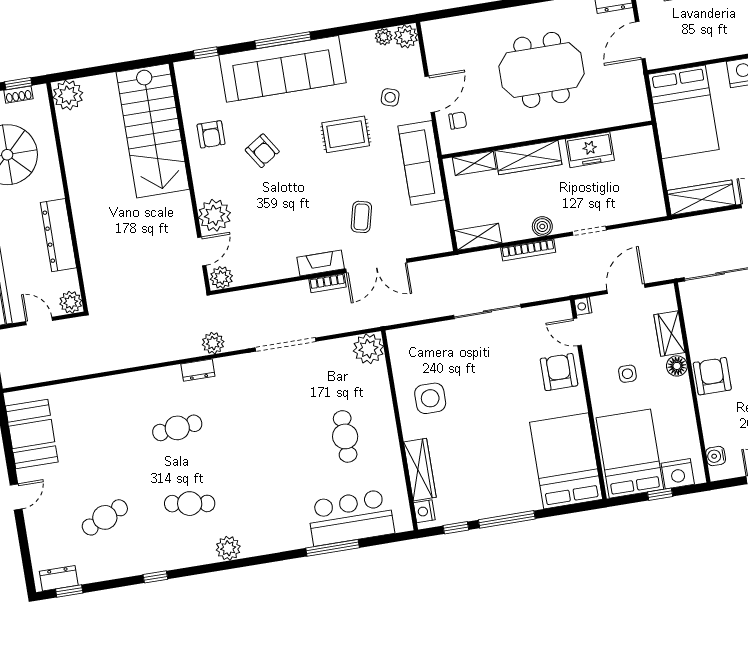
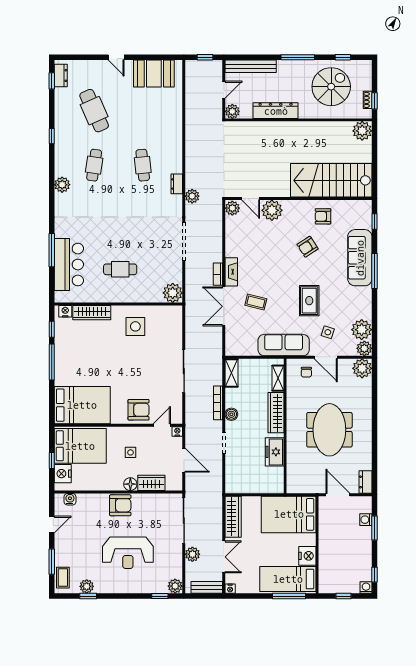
plant: (438, 35) -> (362, 368), added
plant: (384, 37) -> (362, 330), width x1.88, depth x1.88
sofa: (283, 69) -> (360, 258), width x0.74, depth x0.79
cafe table: (105, 517) -> (94, 111), width x1.37, depth x1.35

